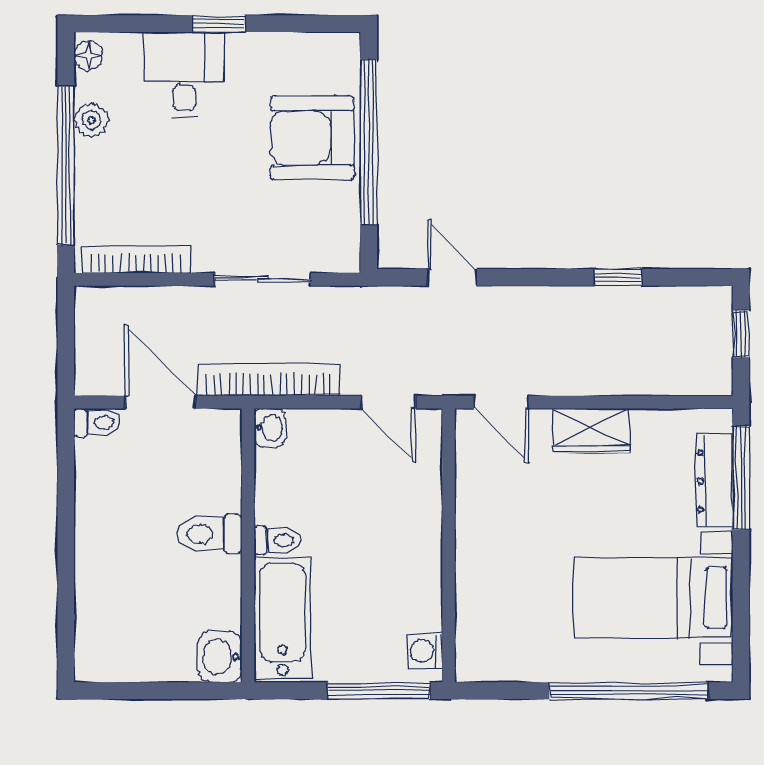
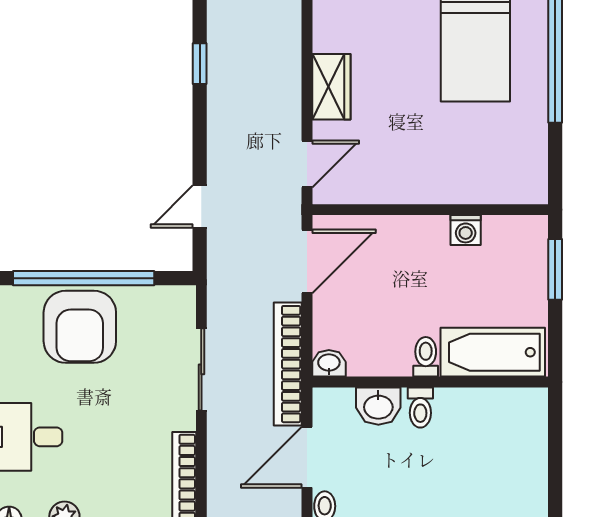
door: (388, 402) -> (307, 261), width x1.38
toilet: (209, 534) -> (420, 408), width x0.73, depth x0.72
washing machine: (425, 651) -> (466, 230), moved
washbasin: (220, 657) -> (378, 406), moved
window: (379, 691) -> (555, 269), width x0.69

